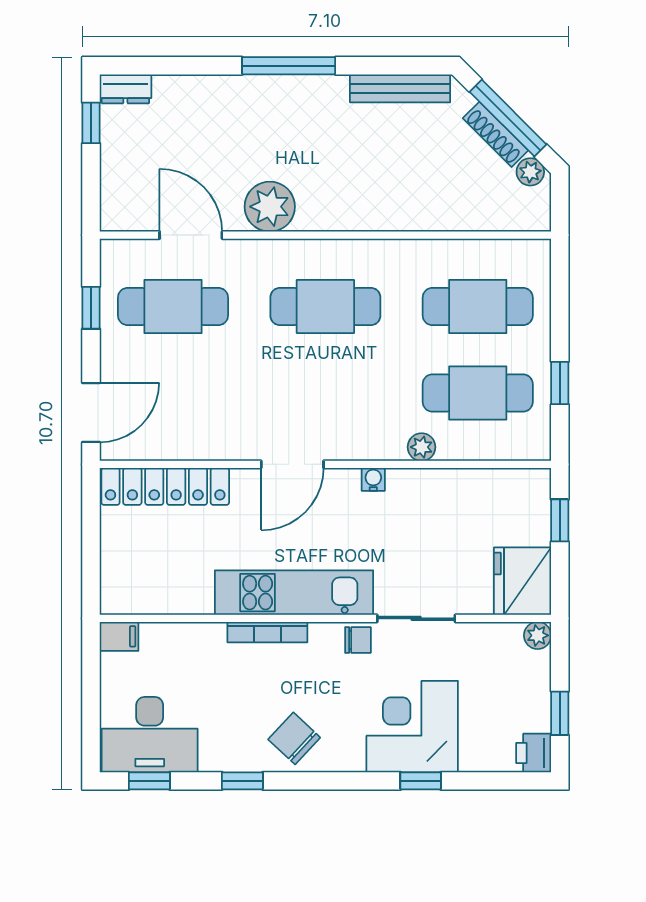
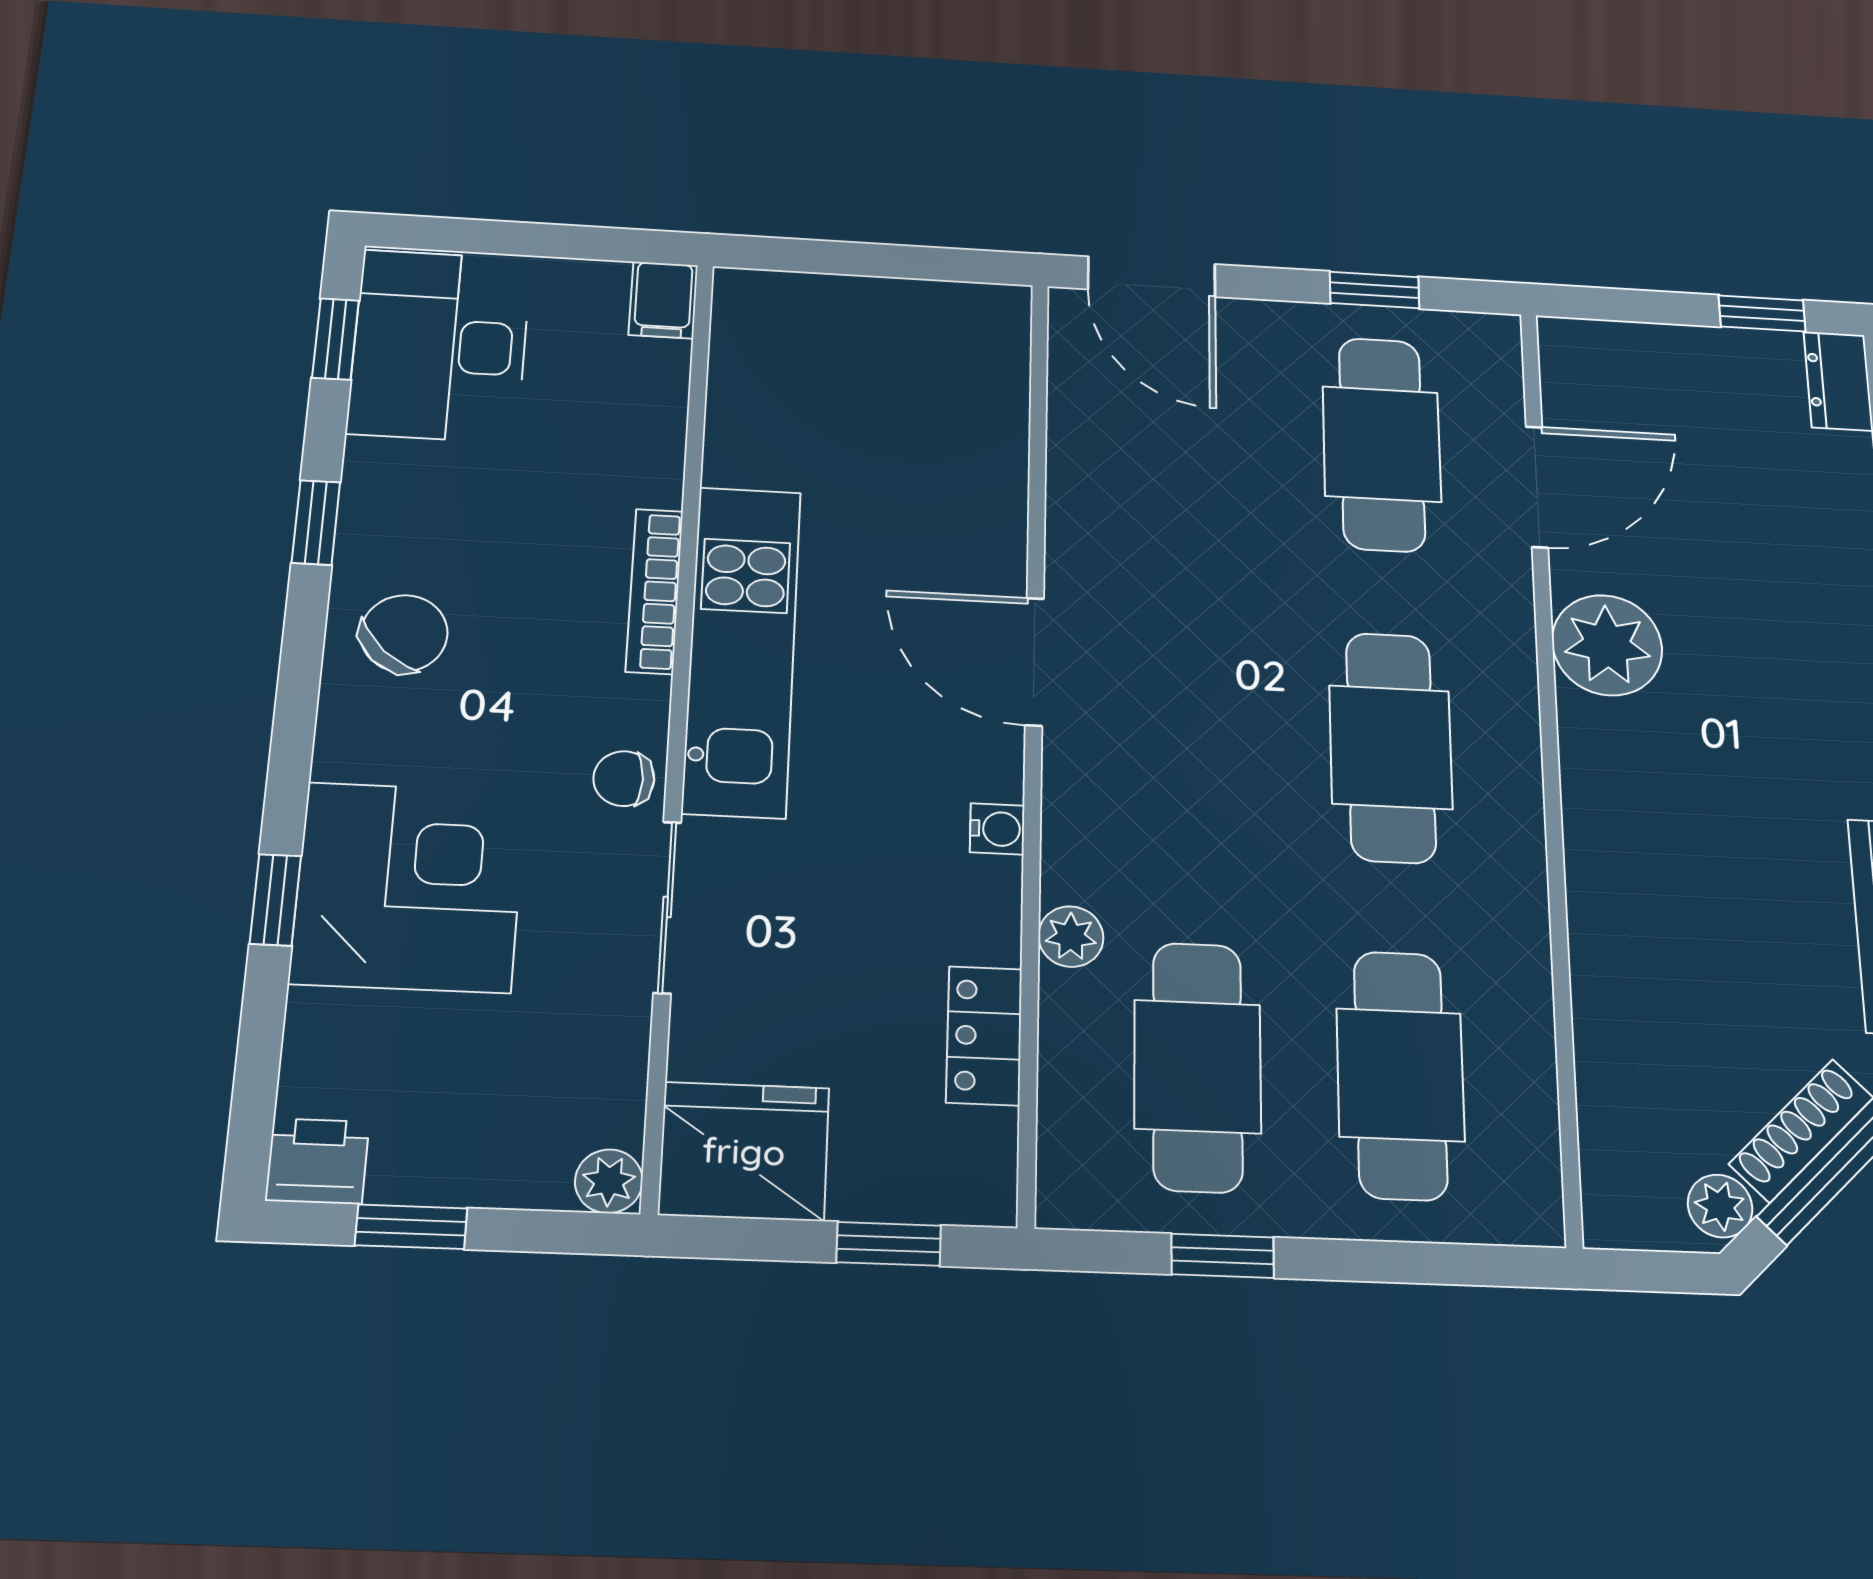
locker: (165, 486) -> (984, 1036), moved, width x0.46, depth x0.83
chair: (358, 640) -> (624, 779), turned 90

